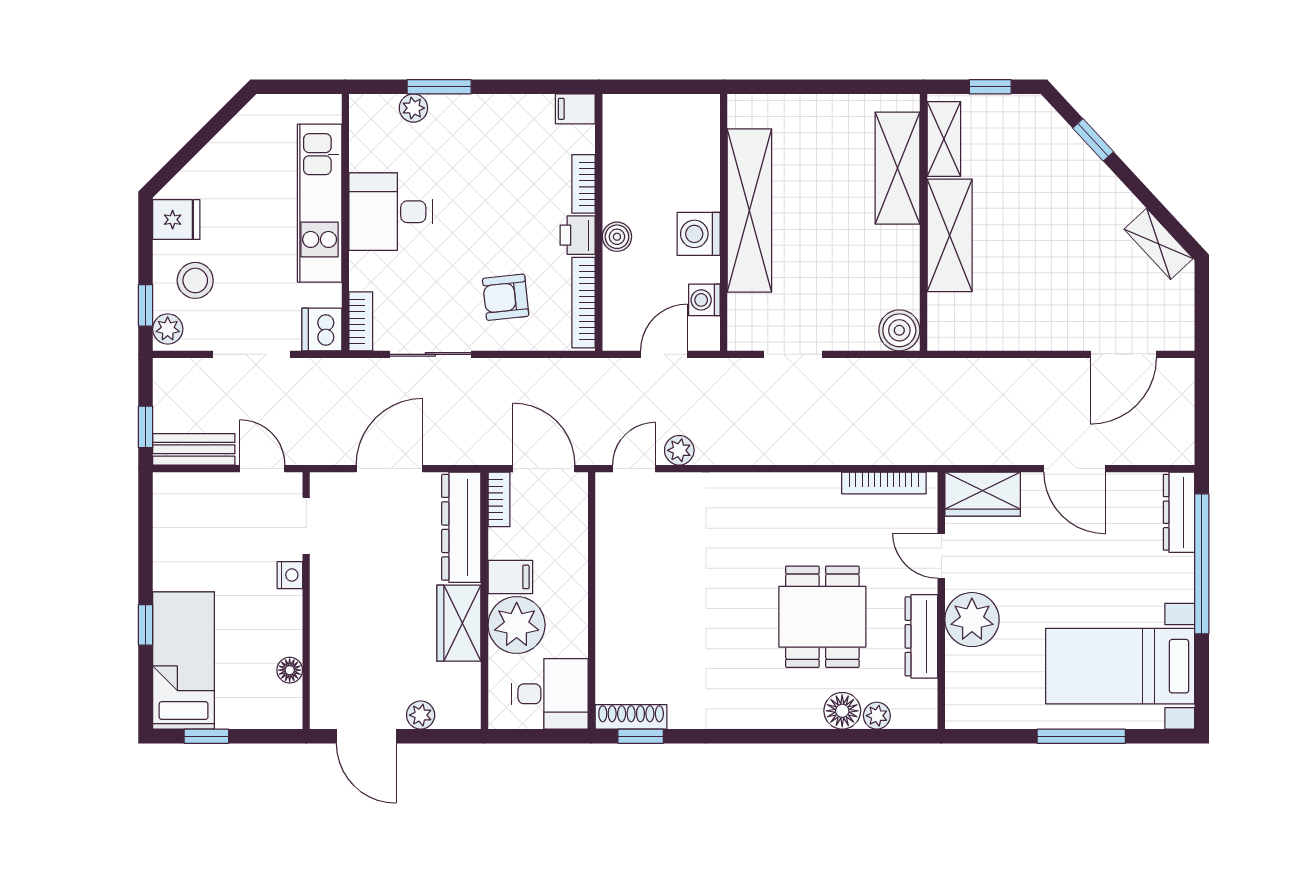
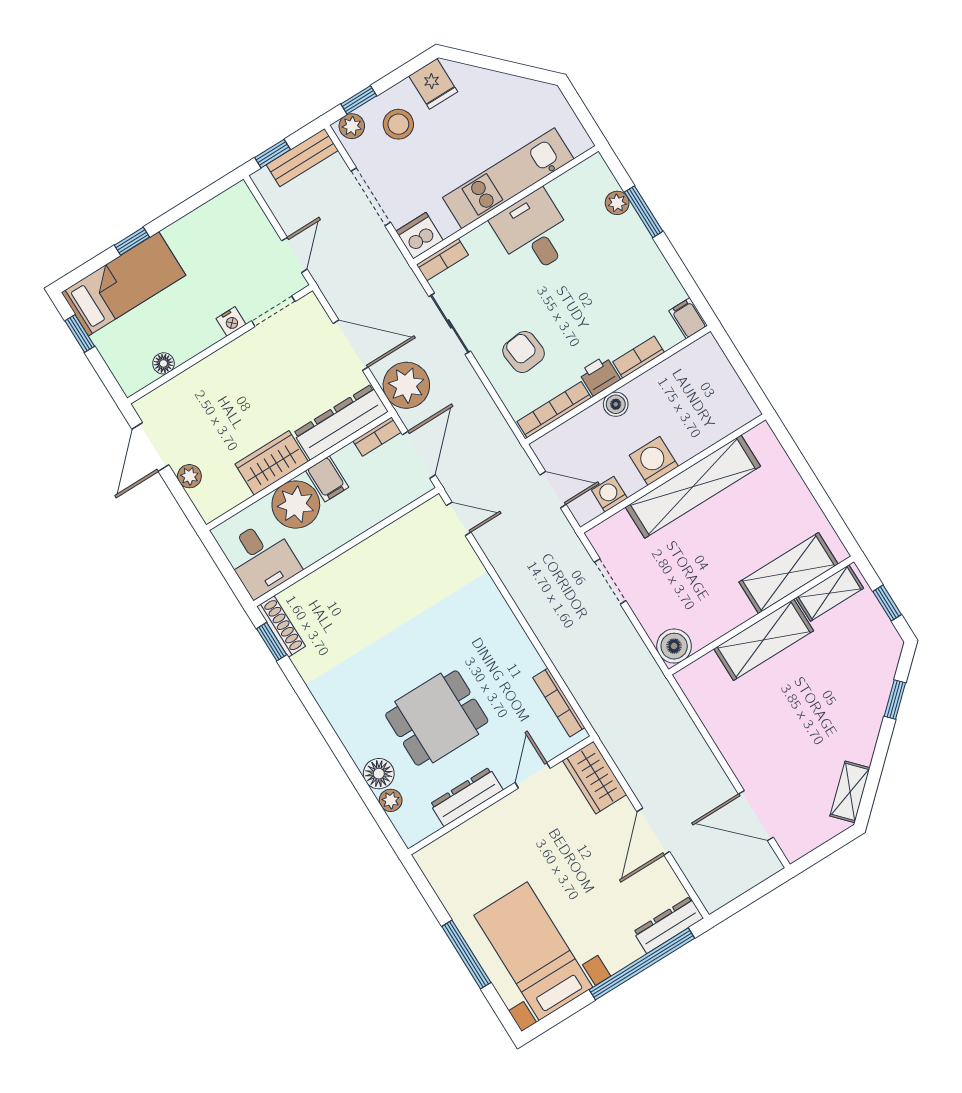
bench: (194, 449) -> (302, 158), moved, turned 90
plant: (679, 450) -> (406, 385), moved, width x1.87, depth x1.87
plant: (972, 620) -> (501, 825), removed

